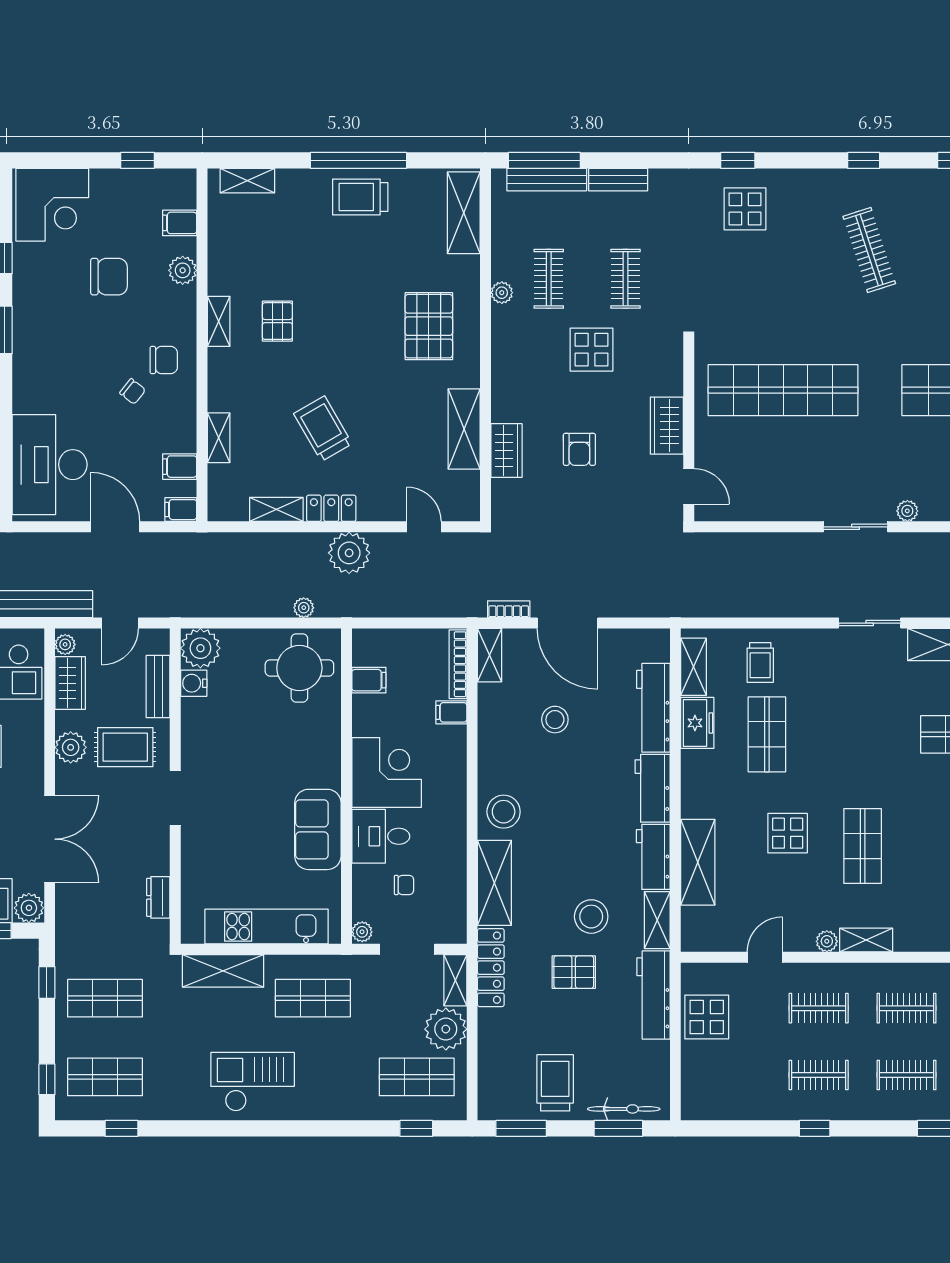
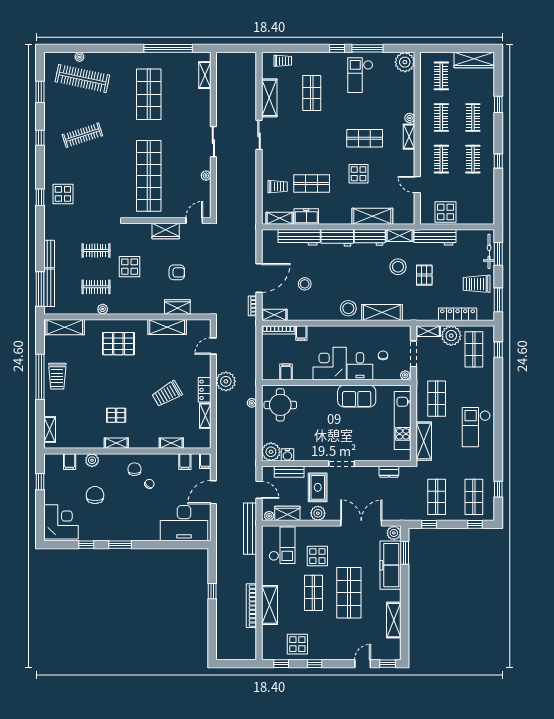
plant: (907, 511) -> (206, 176), moved
plant: (827, 941) -> (410, 118), moved
locker: (491, 968) -> (458, 314), moved

